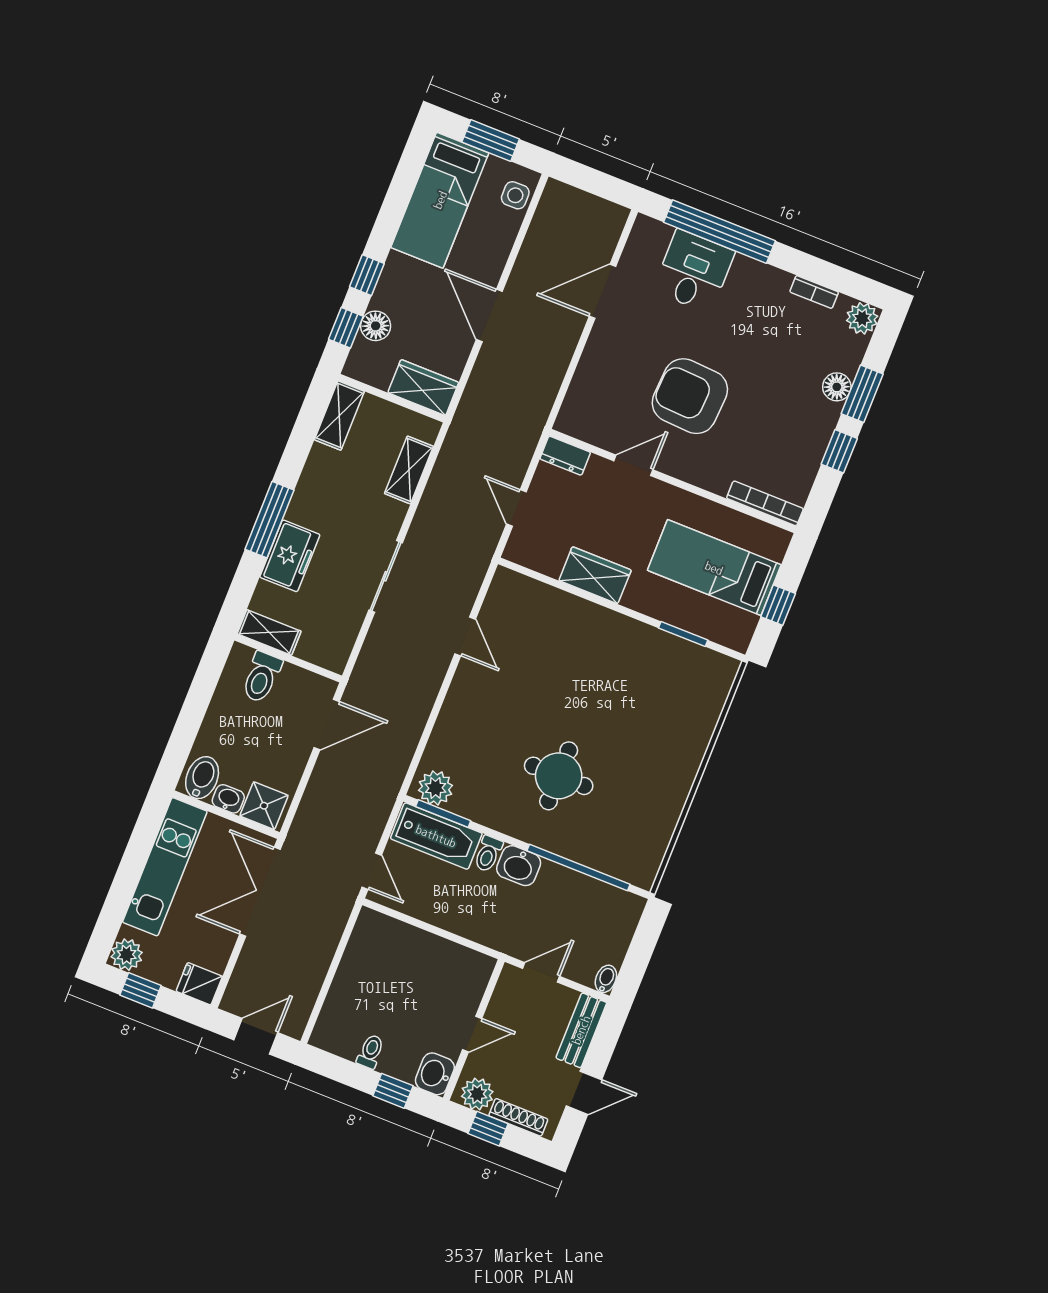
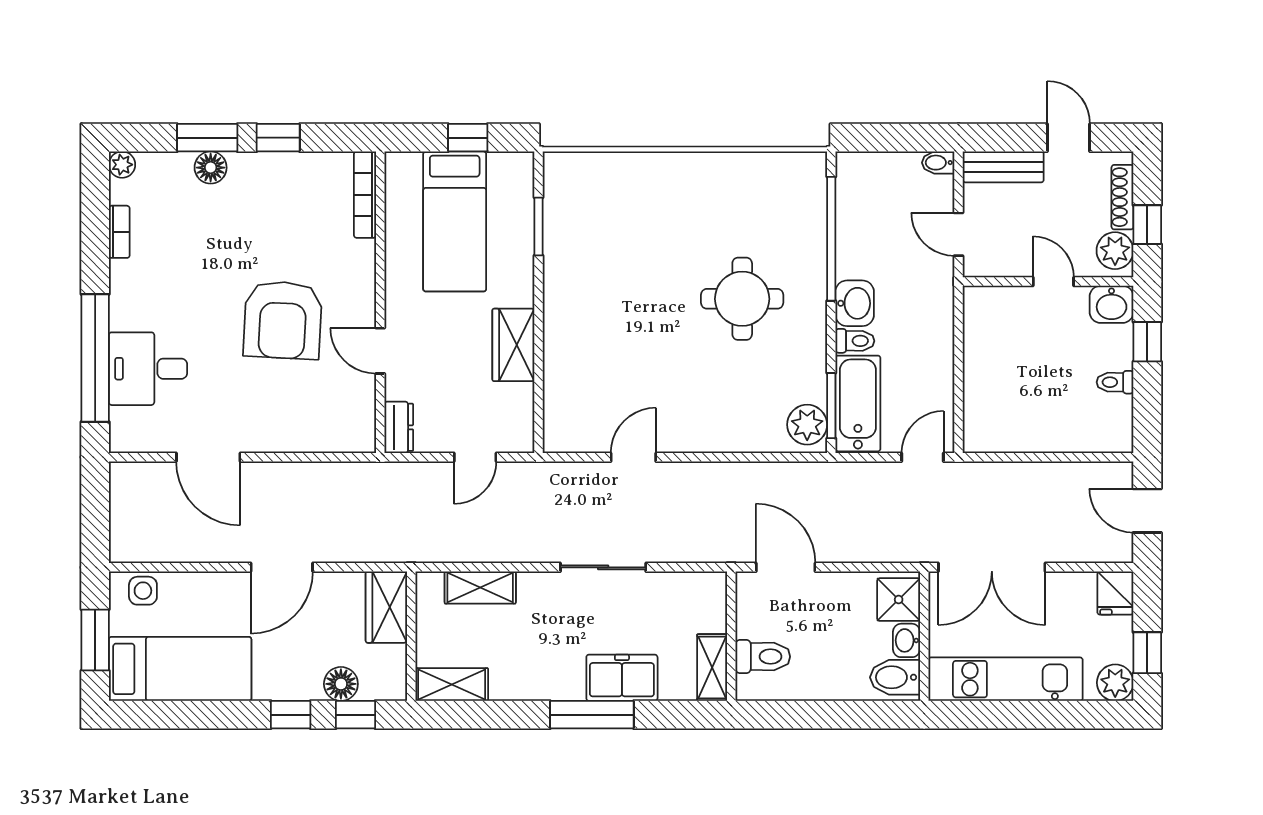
plant: (862, 318) -> (122, 165), width x0.73, depth x0.73

